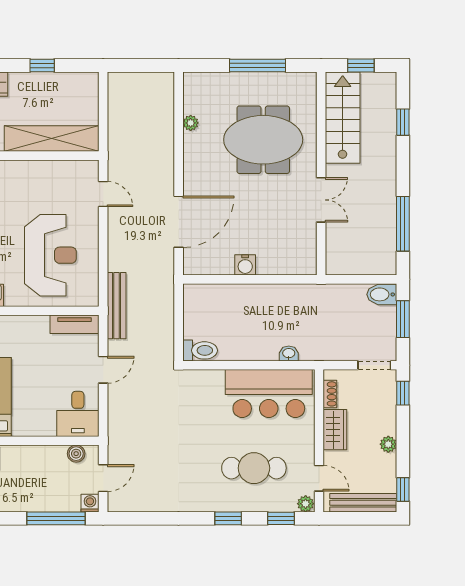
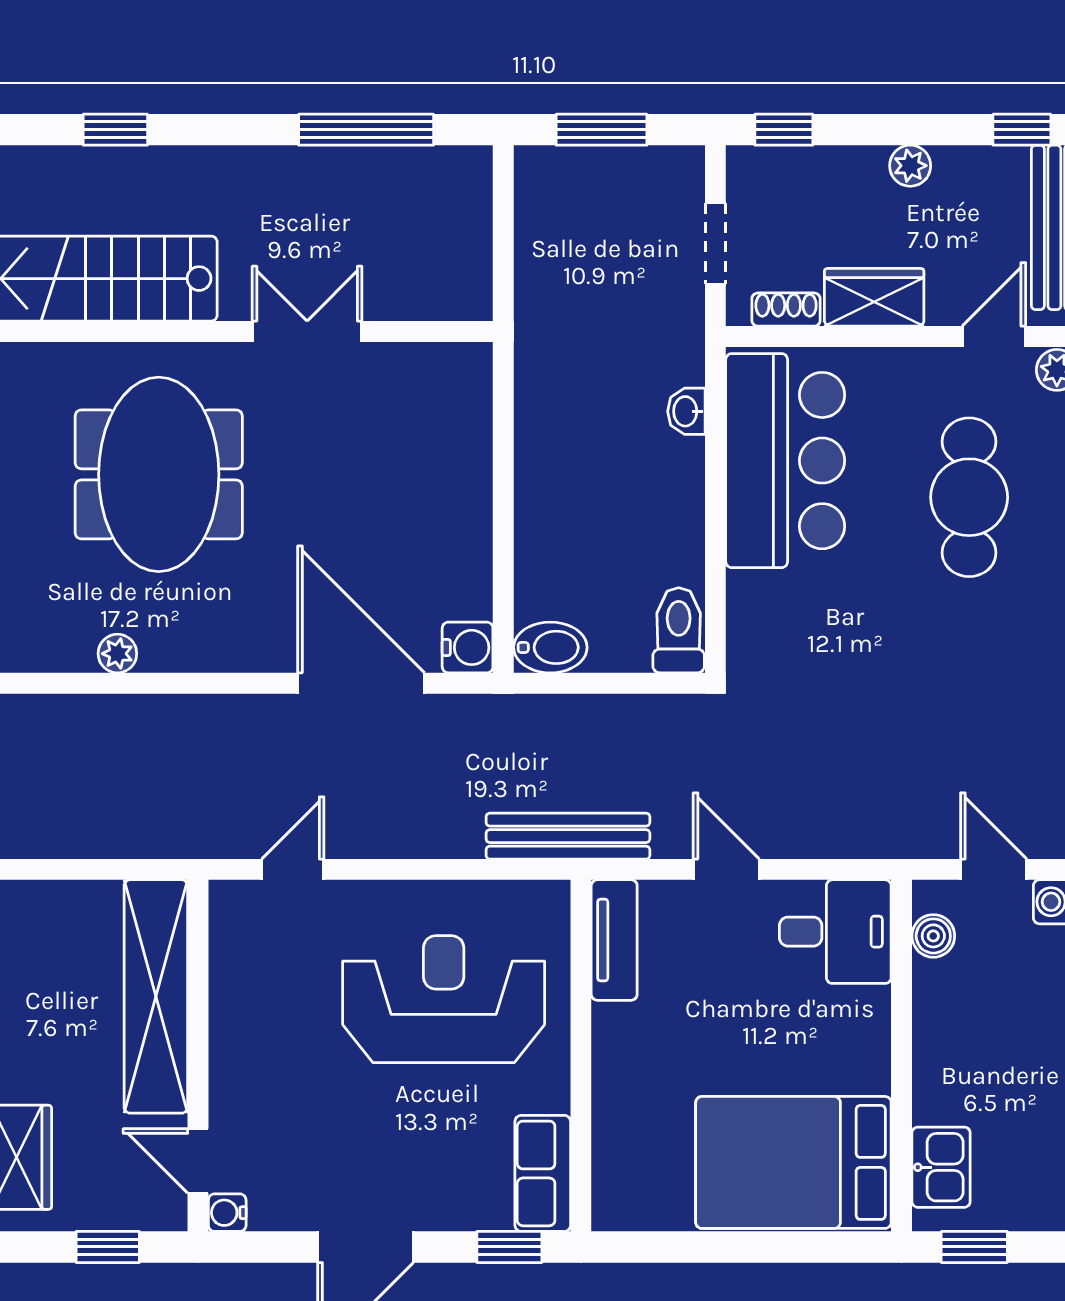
water cooler: (245, 265) -> (468, 647), moved
bidet: (382, 294) -> (550, 647), moved, turned -90
doorway: (374, 365) -> (715, 244), moved

